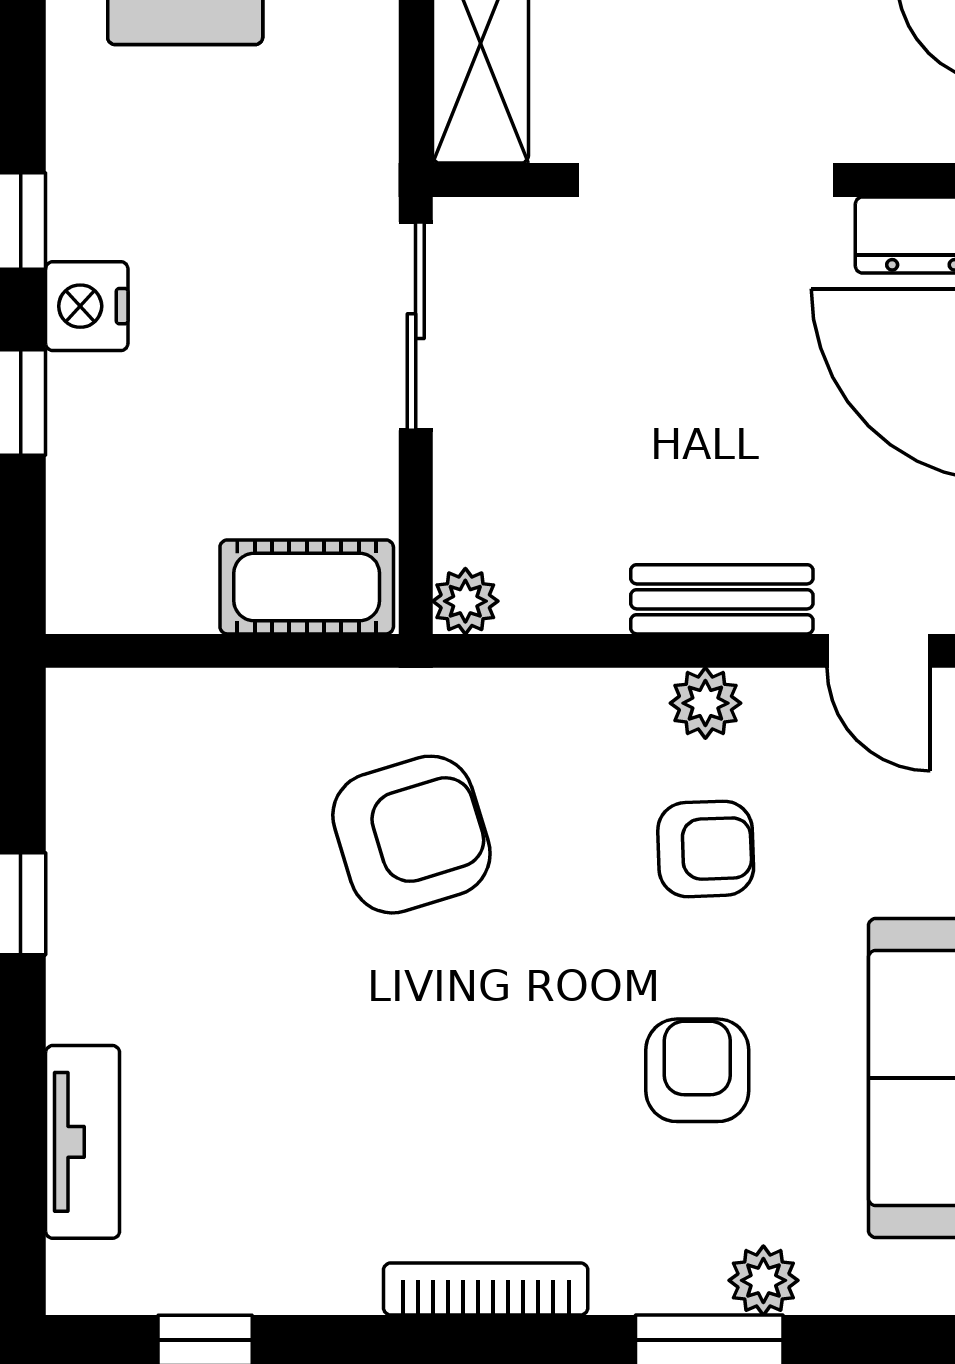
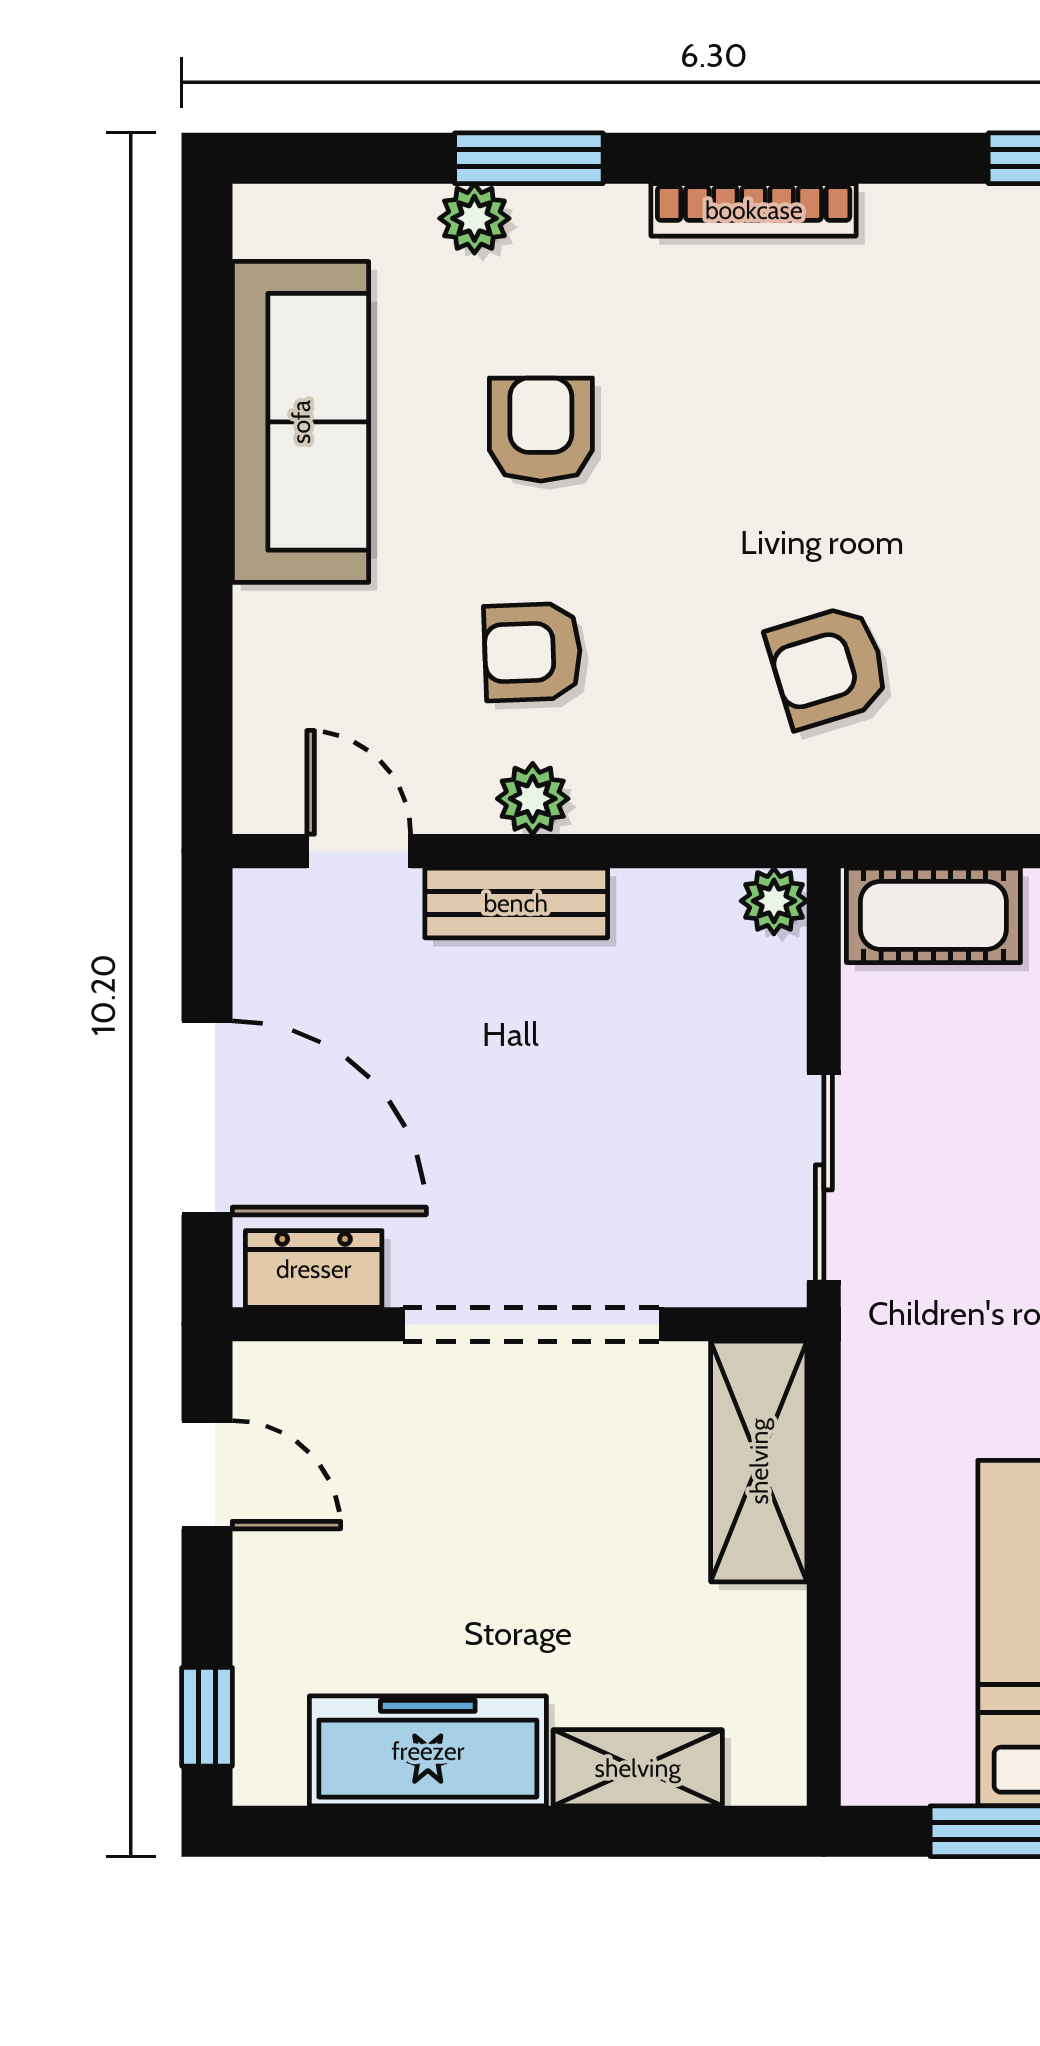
armchair: (411, 835) -> (828, 666), width x0.72, depth x0.72
armchair: (697, 1070) -> (541, 430), turned 180

